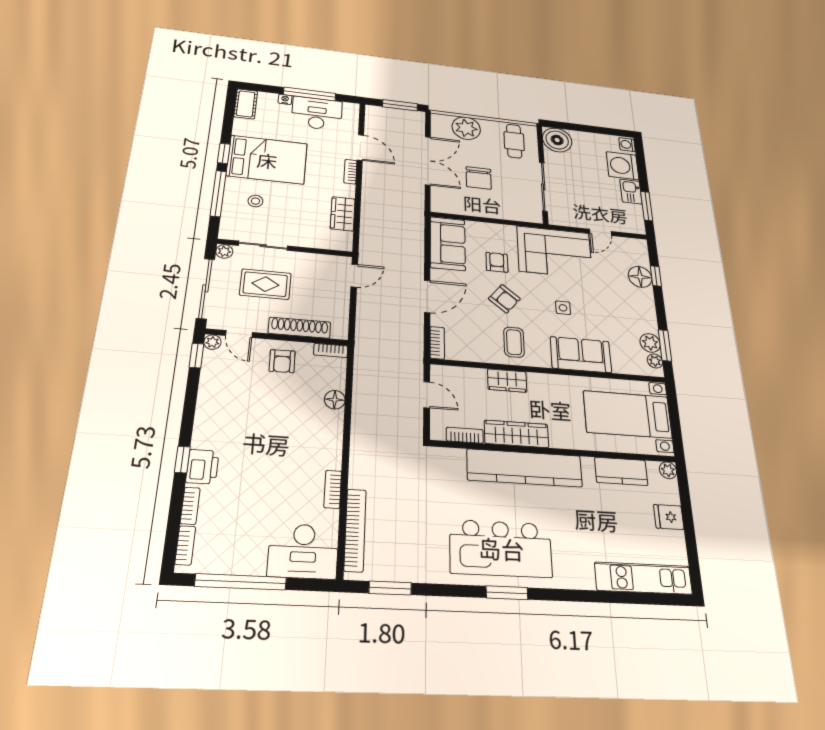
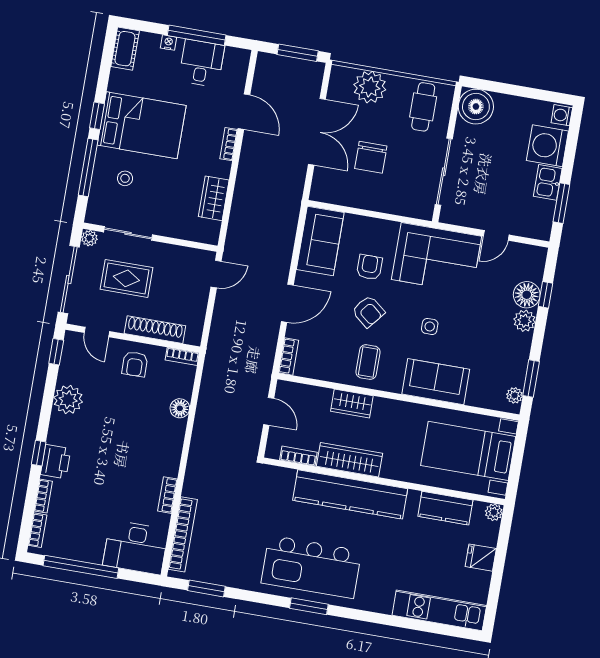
desk: (317, 113) -> (202, 63), width x0.73
plant: (212, 342) -> (68, 400), moved, width x1.88, depth x1.88
plant: (650, 343) -> (525, 321), moved

